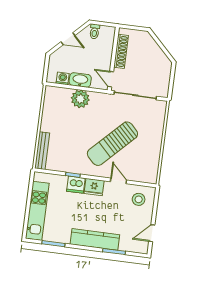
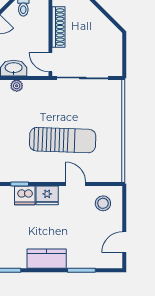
plant: (80, 99) -> (17, 86), width x0.53, depth x0.53
sun lounger: (112, 144) -> (63, 140), turned -133
kitchen counter: (95, 239) -> (47, 259), width x0.67

